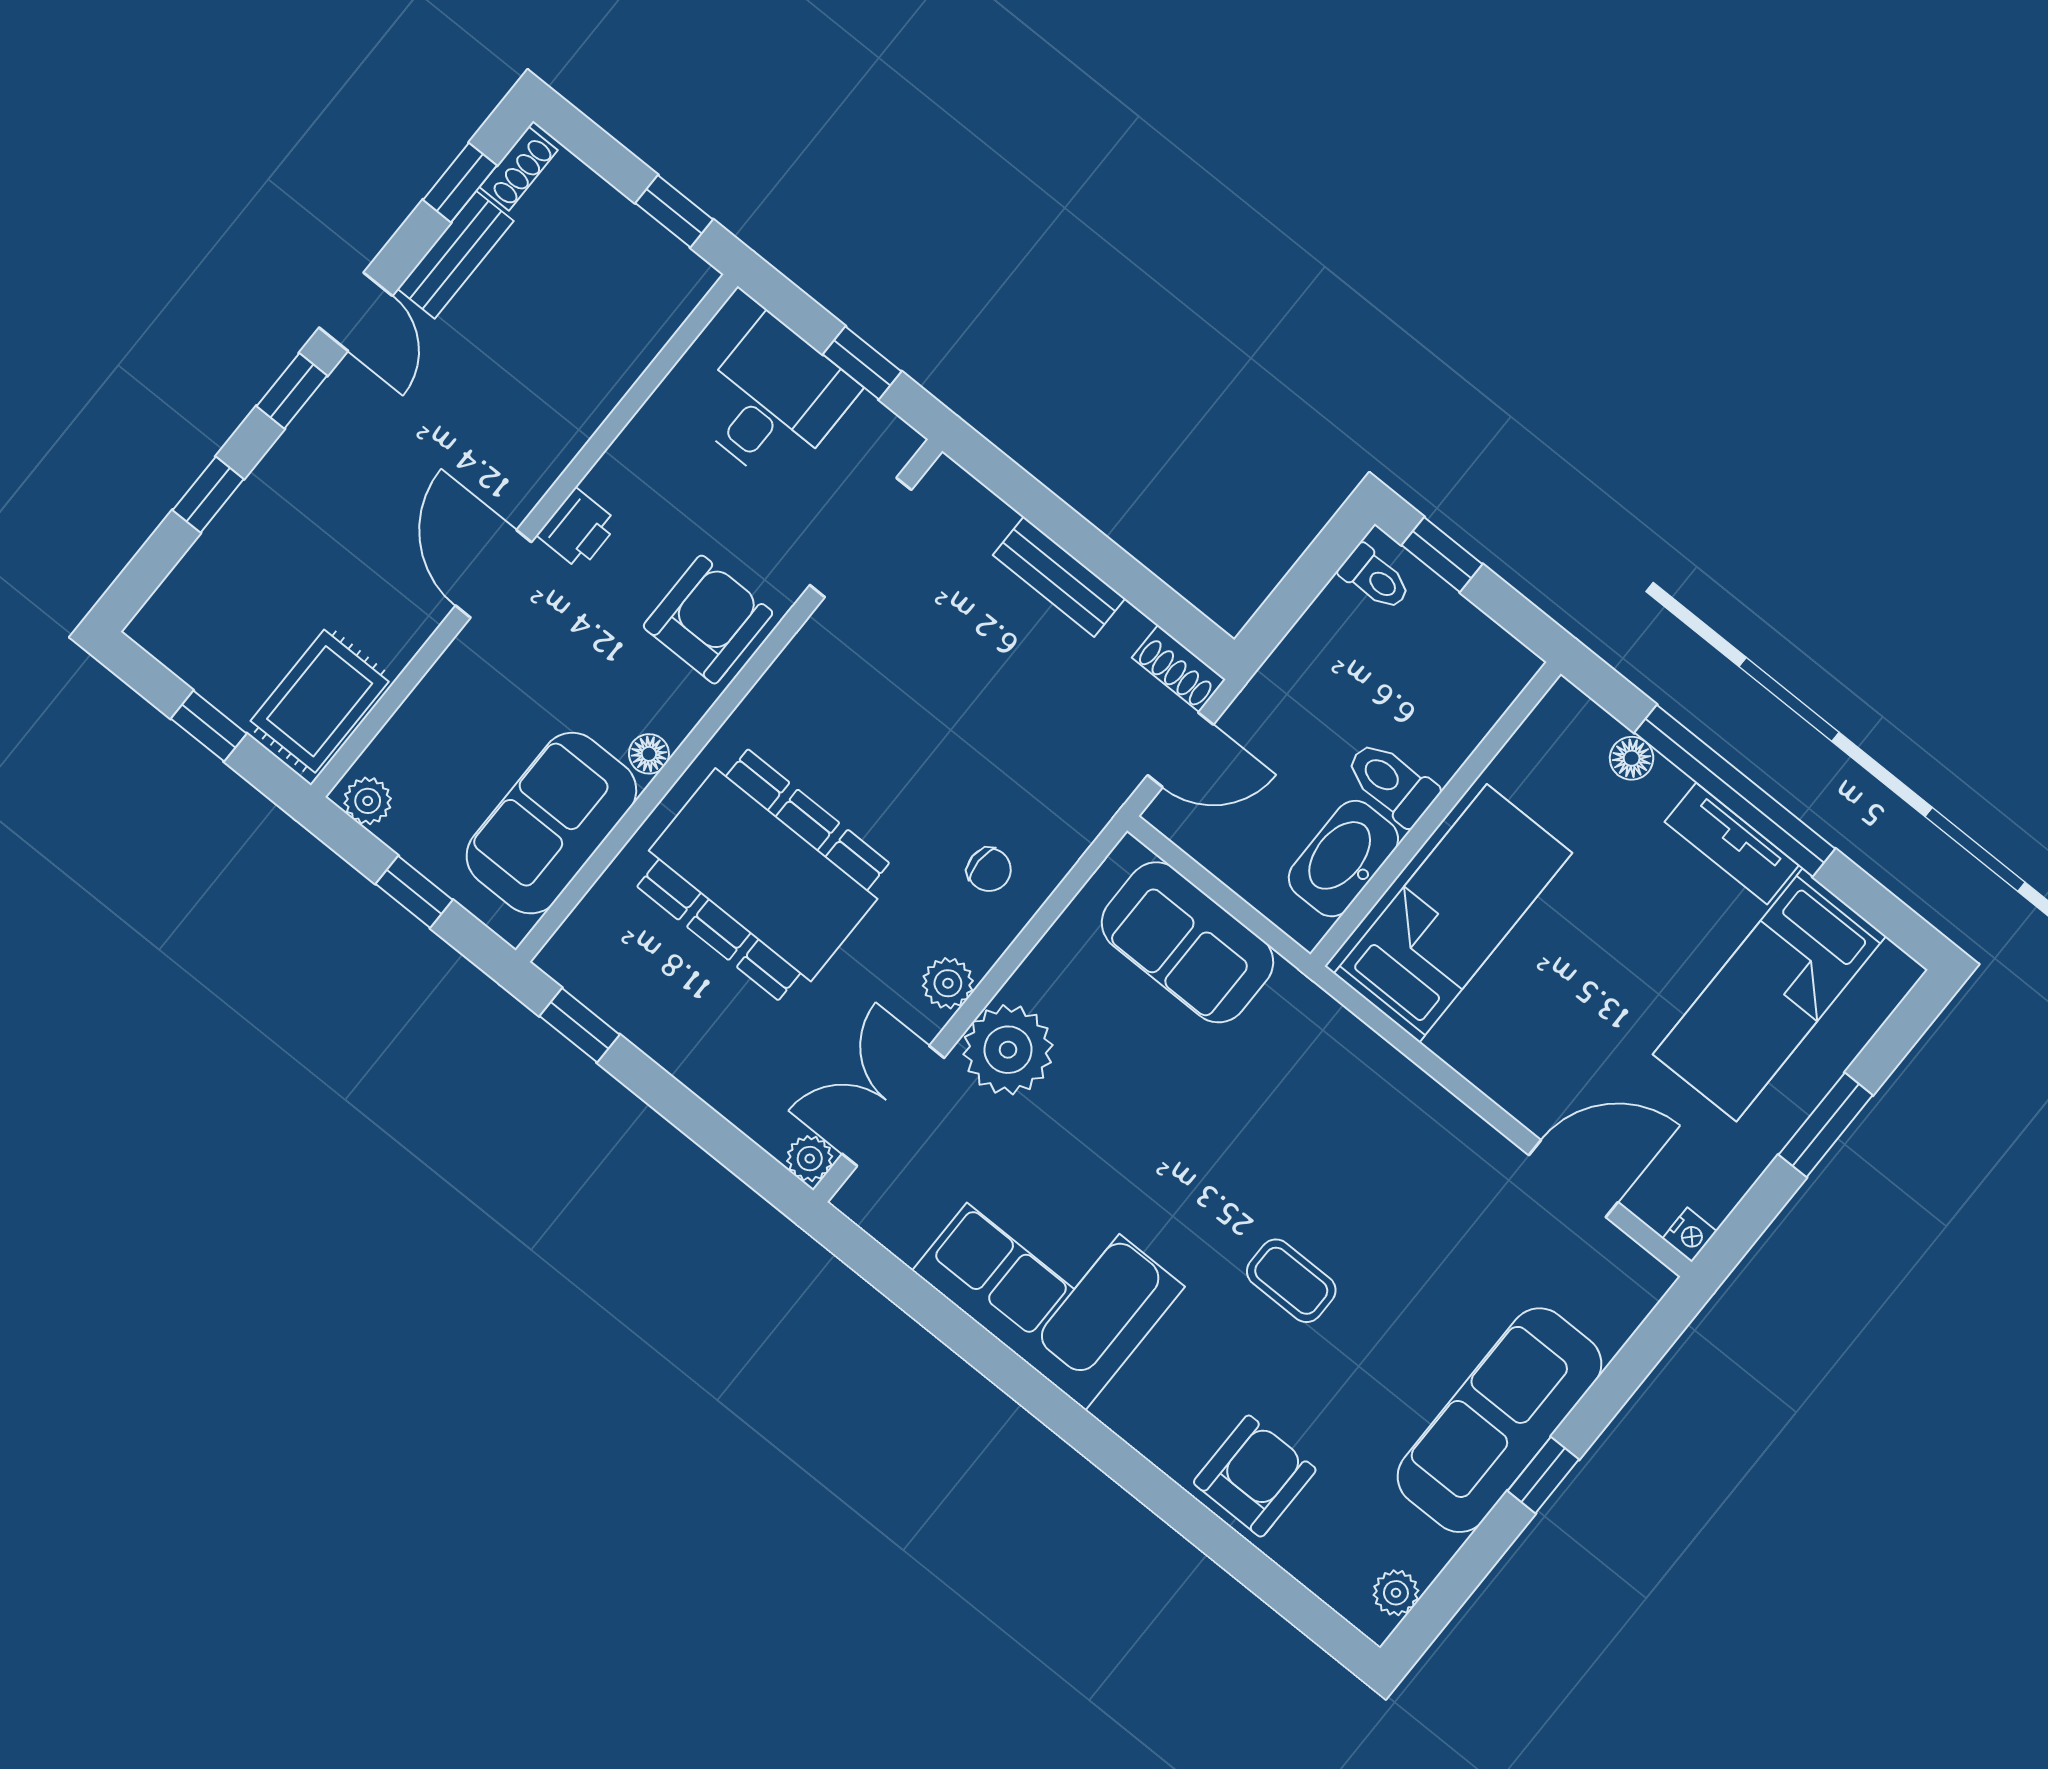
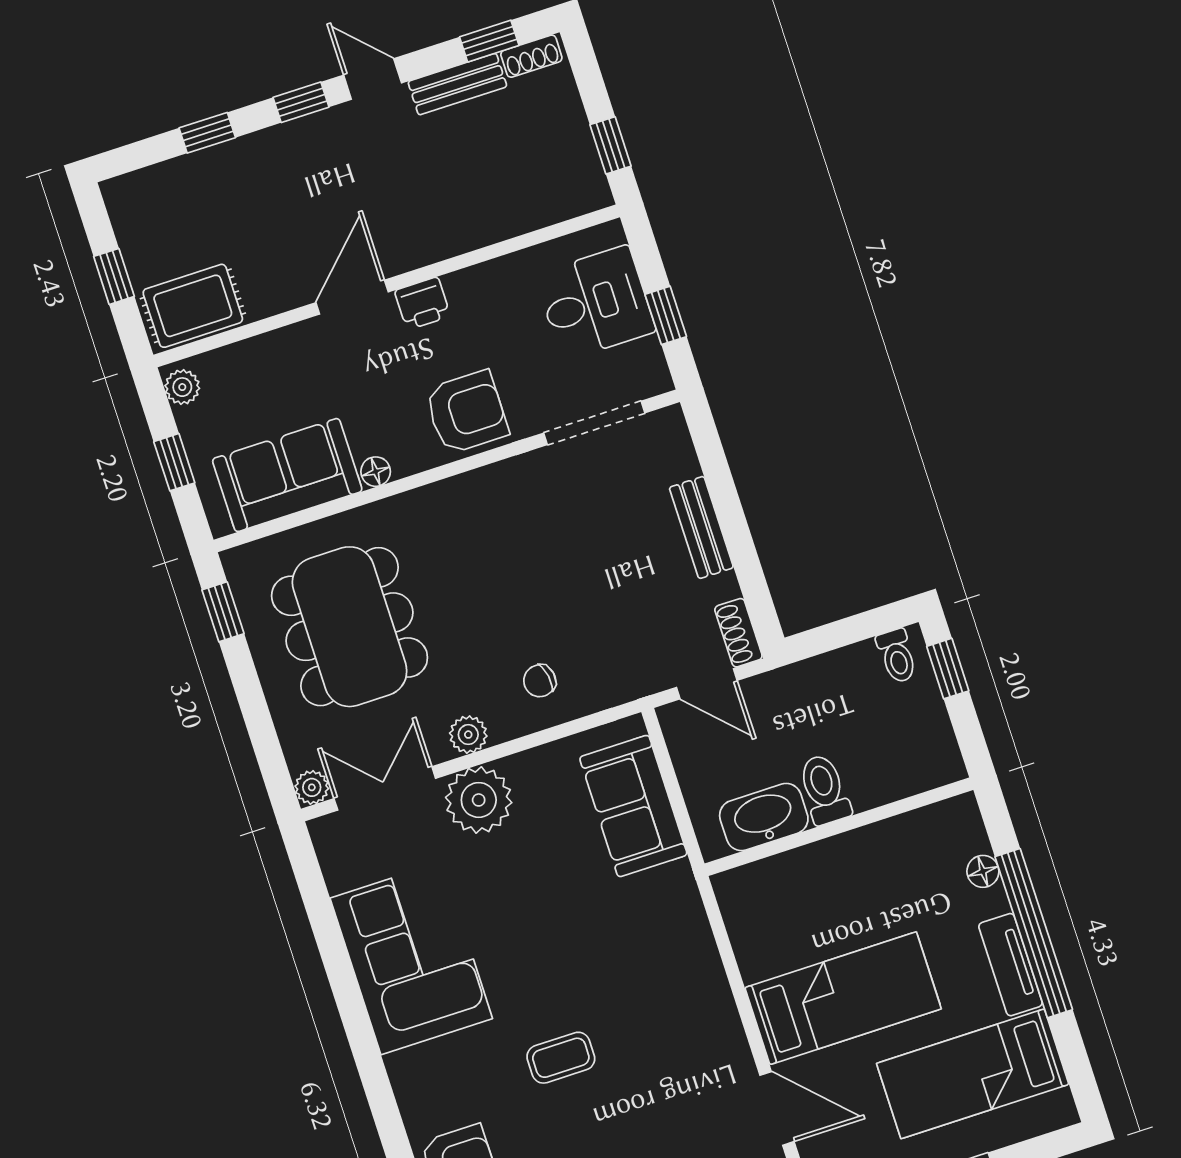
door: (356, 312) -> (373, 79), swing flipped
chair: (989, 870) -> (540, 681), turned 80
dining table: (763, 875) -> (350, 627), moved
bed: (1453, 913) -> (843, 998), moved
coffee table: (1291, 1281) -> (561, 1058), turned 90

